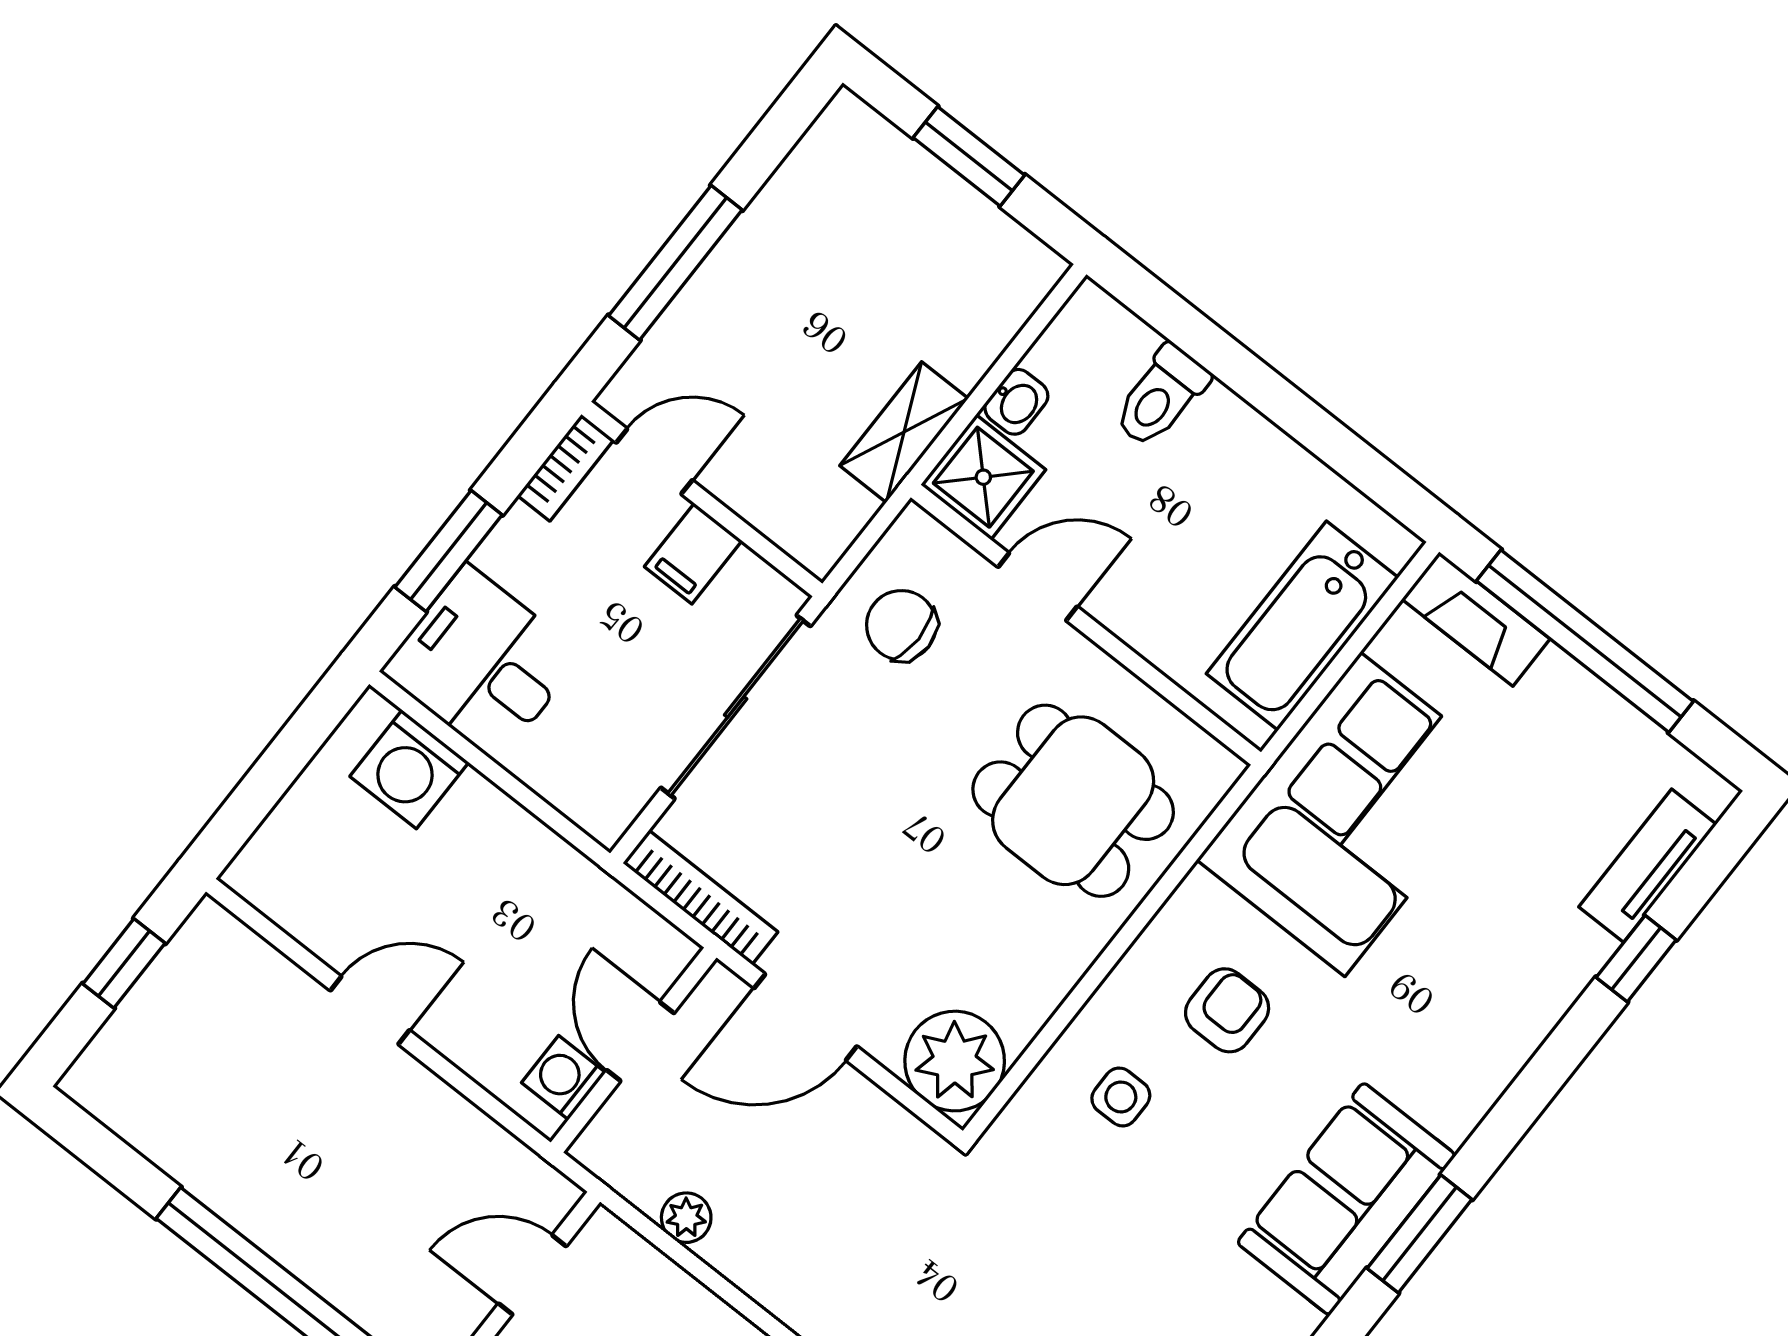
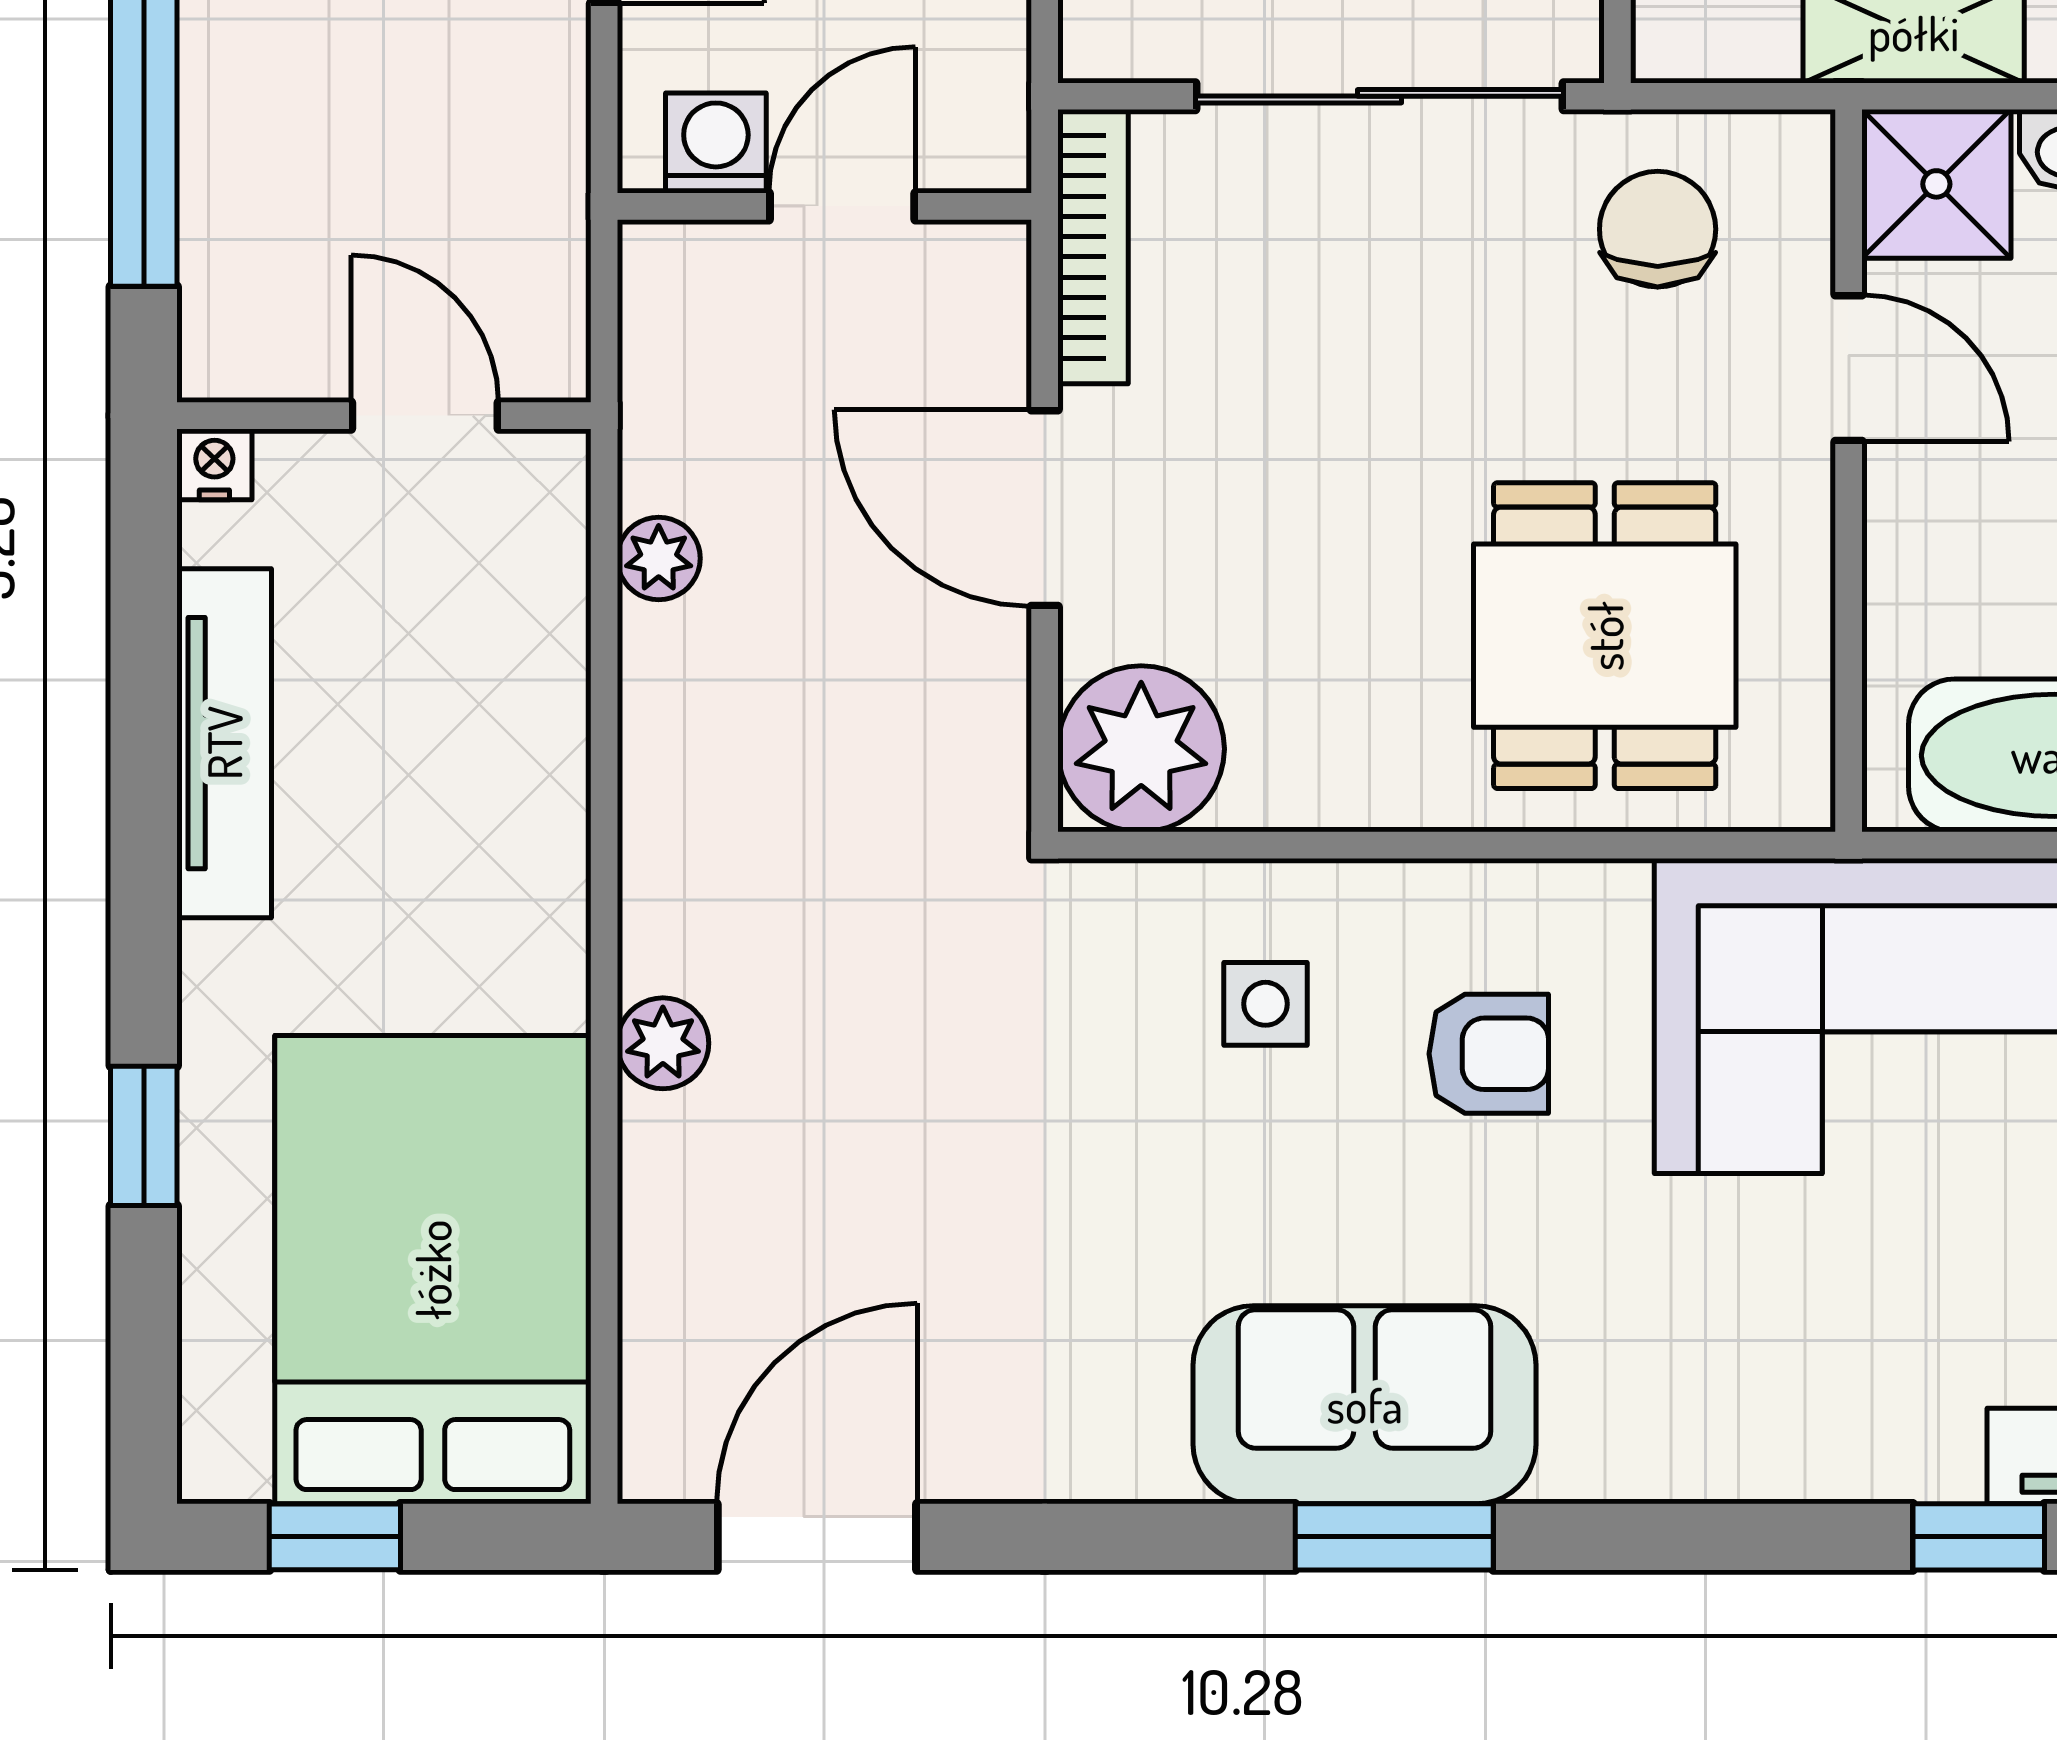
door: (640, 1042) -> (842, 206), moved
wall: (634, 1050) -> (824, 206), moved
washing machine: (564, 1078) -> (716, 143), moved

